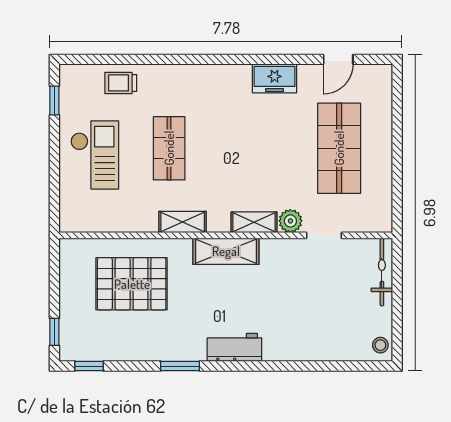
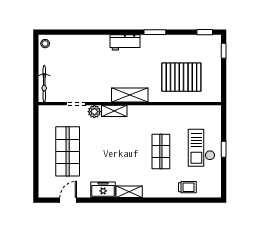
window: (54, 100) -> (224, 149), moved
shelving: (183, 222) -> (129, 192), moved

